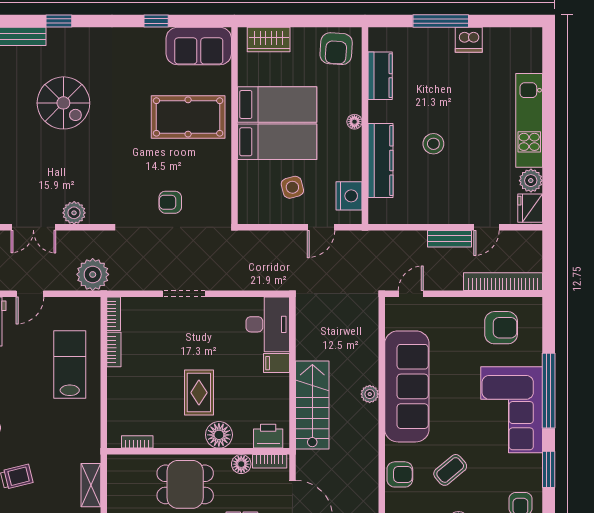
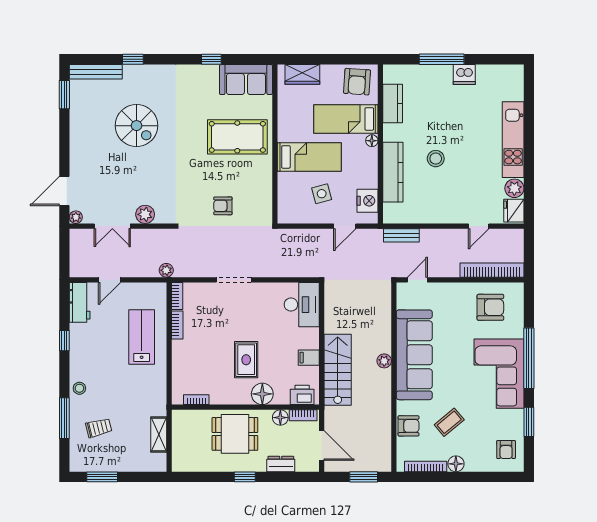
bed: (277, 105) -> (346, 119), moved, turned 180
bench: (449, 239) -> (401, 235), moved
plant: (93, 274) -> (166, 270), width x0.53, depth x0.53
filing cabinet: (277, 363) -> (309, 358), moved

